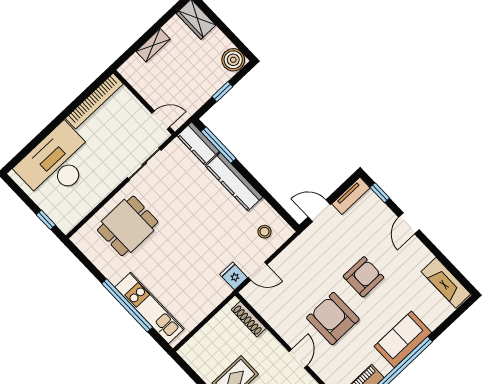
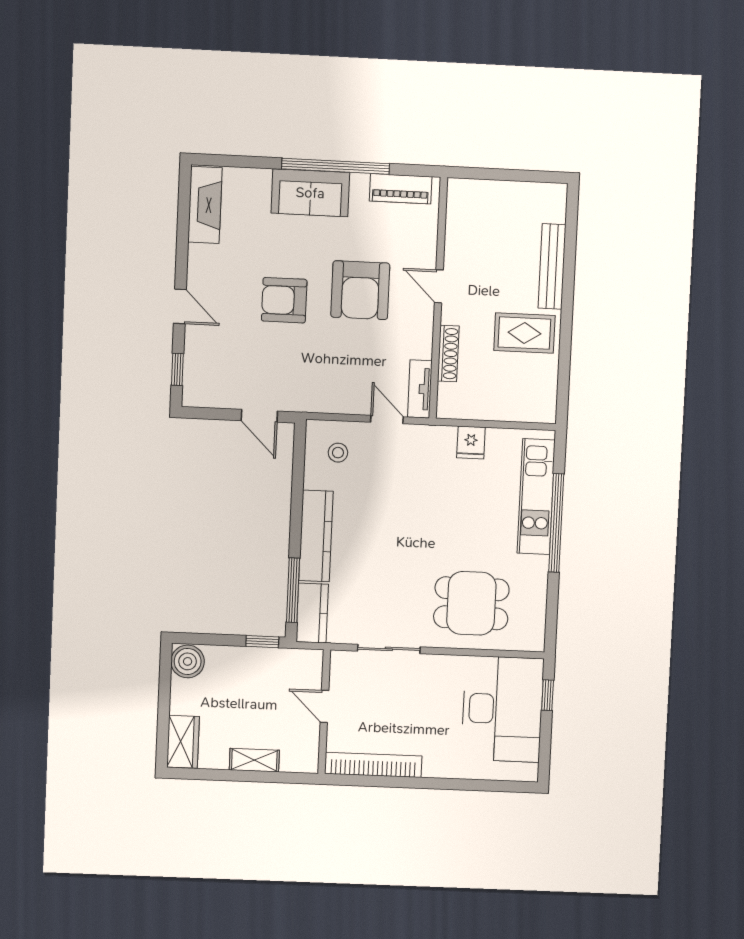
window: (222, 92) -> (262, 642), moved
door: (161, 120) -> (324, 706), moved
desk: (57, 163) -> (502, 709), moved, turned -90
tv unit: (351, 196) -> (420, 389), moved, turned -90
door: (409, 223) -> (180, 306), hinge flipped
fridge: (234, 276) -> (471, 443), moved
shoe rack: (249, 319) -> (448, 354), moved
door: (298, 359) -> (439, 286), hinge flipped

